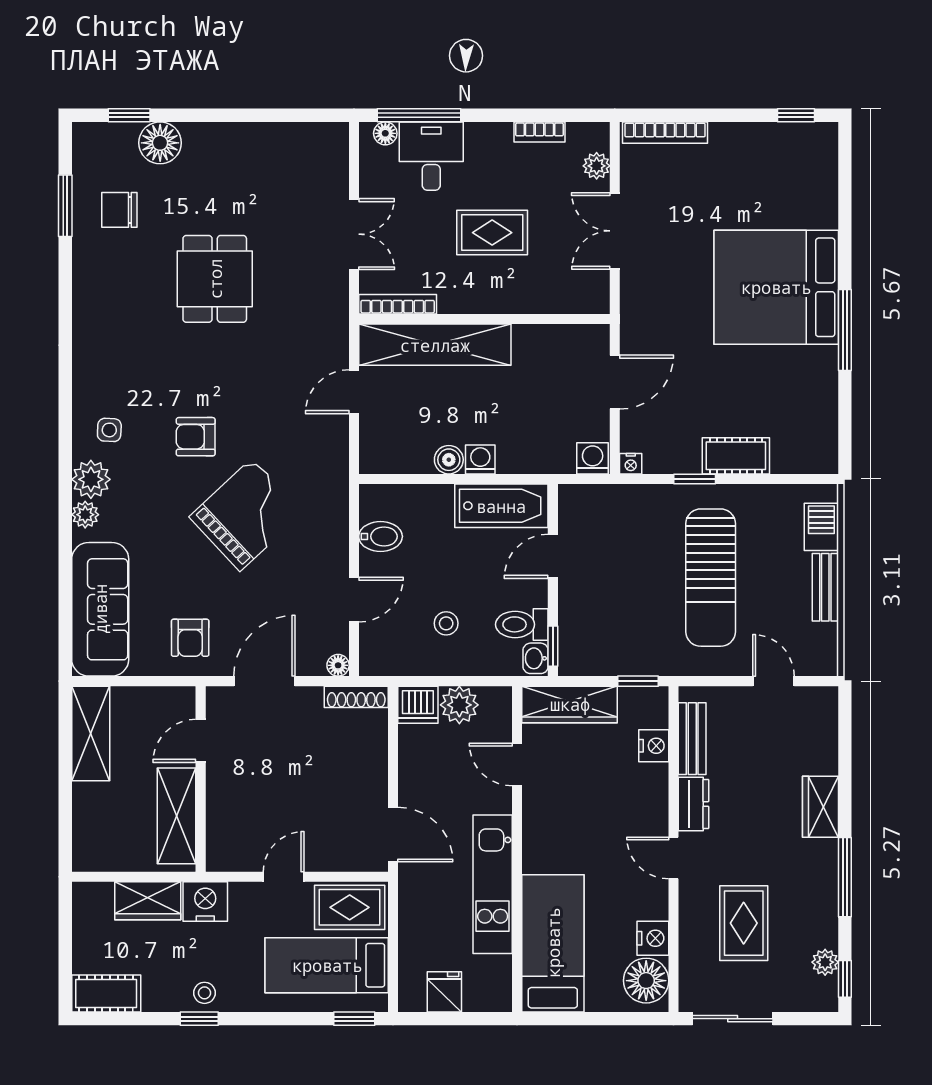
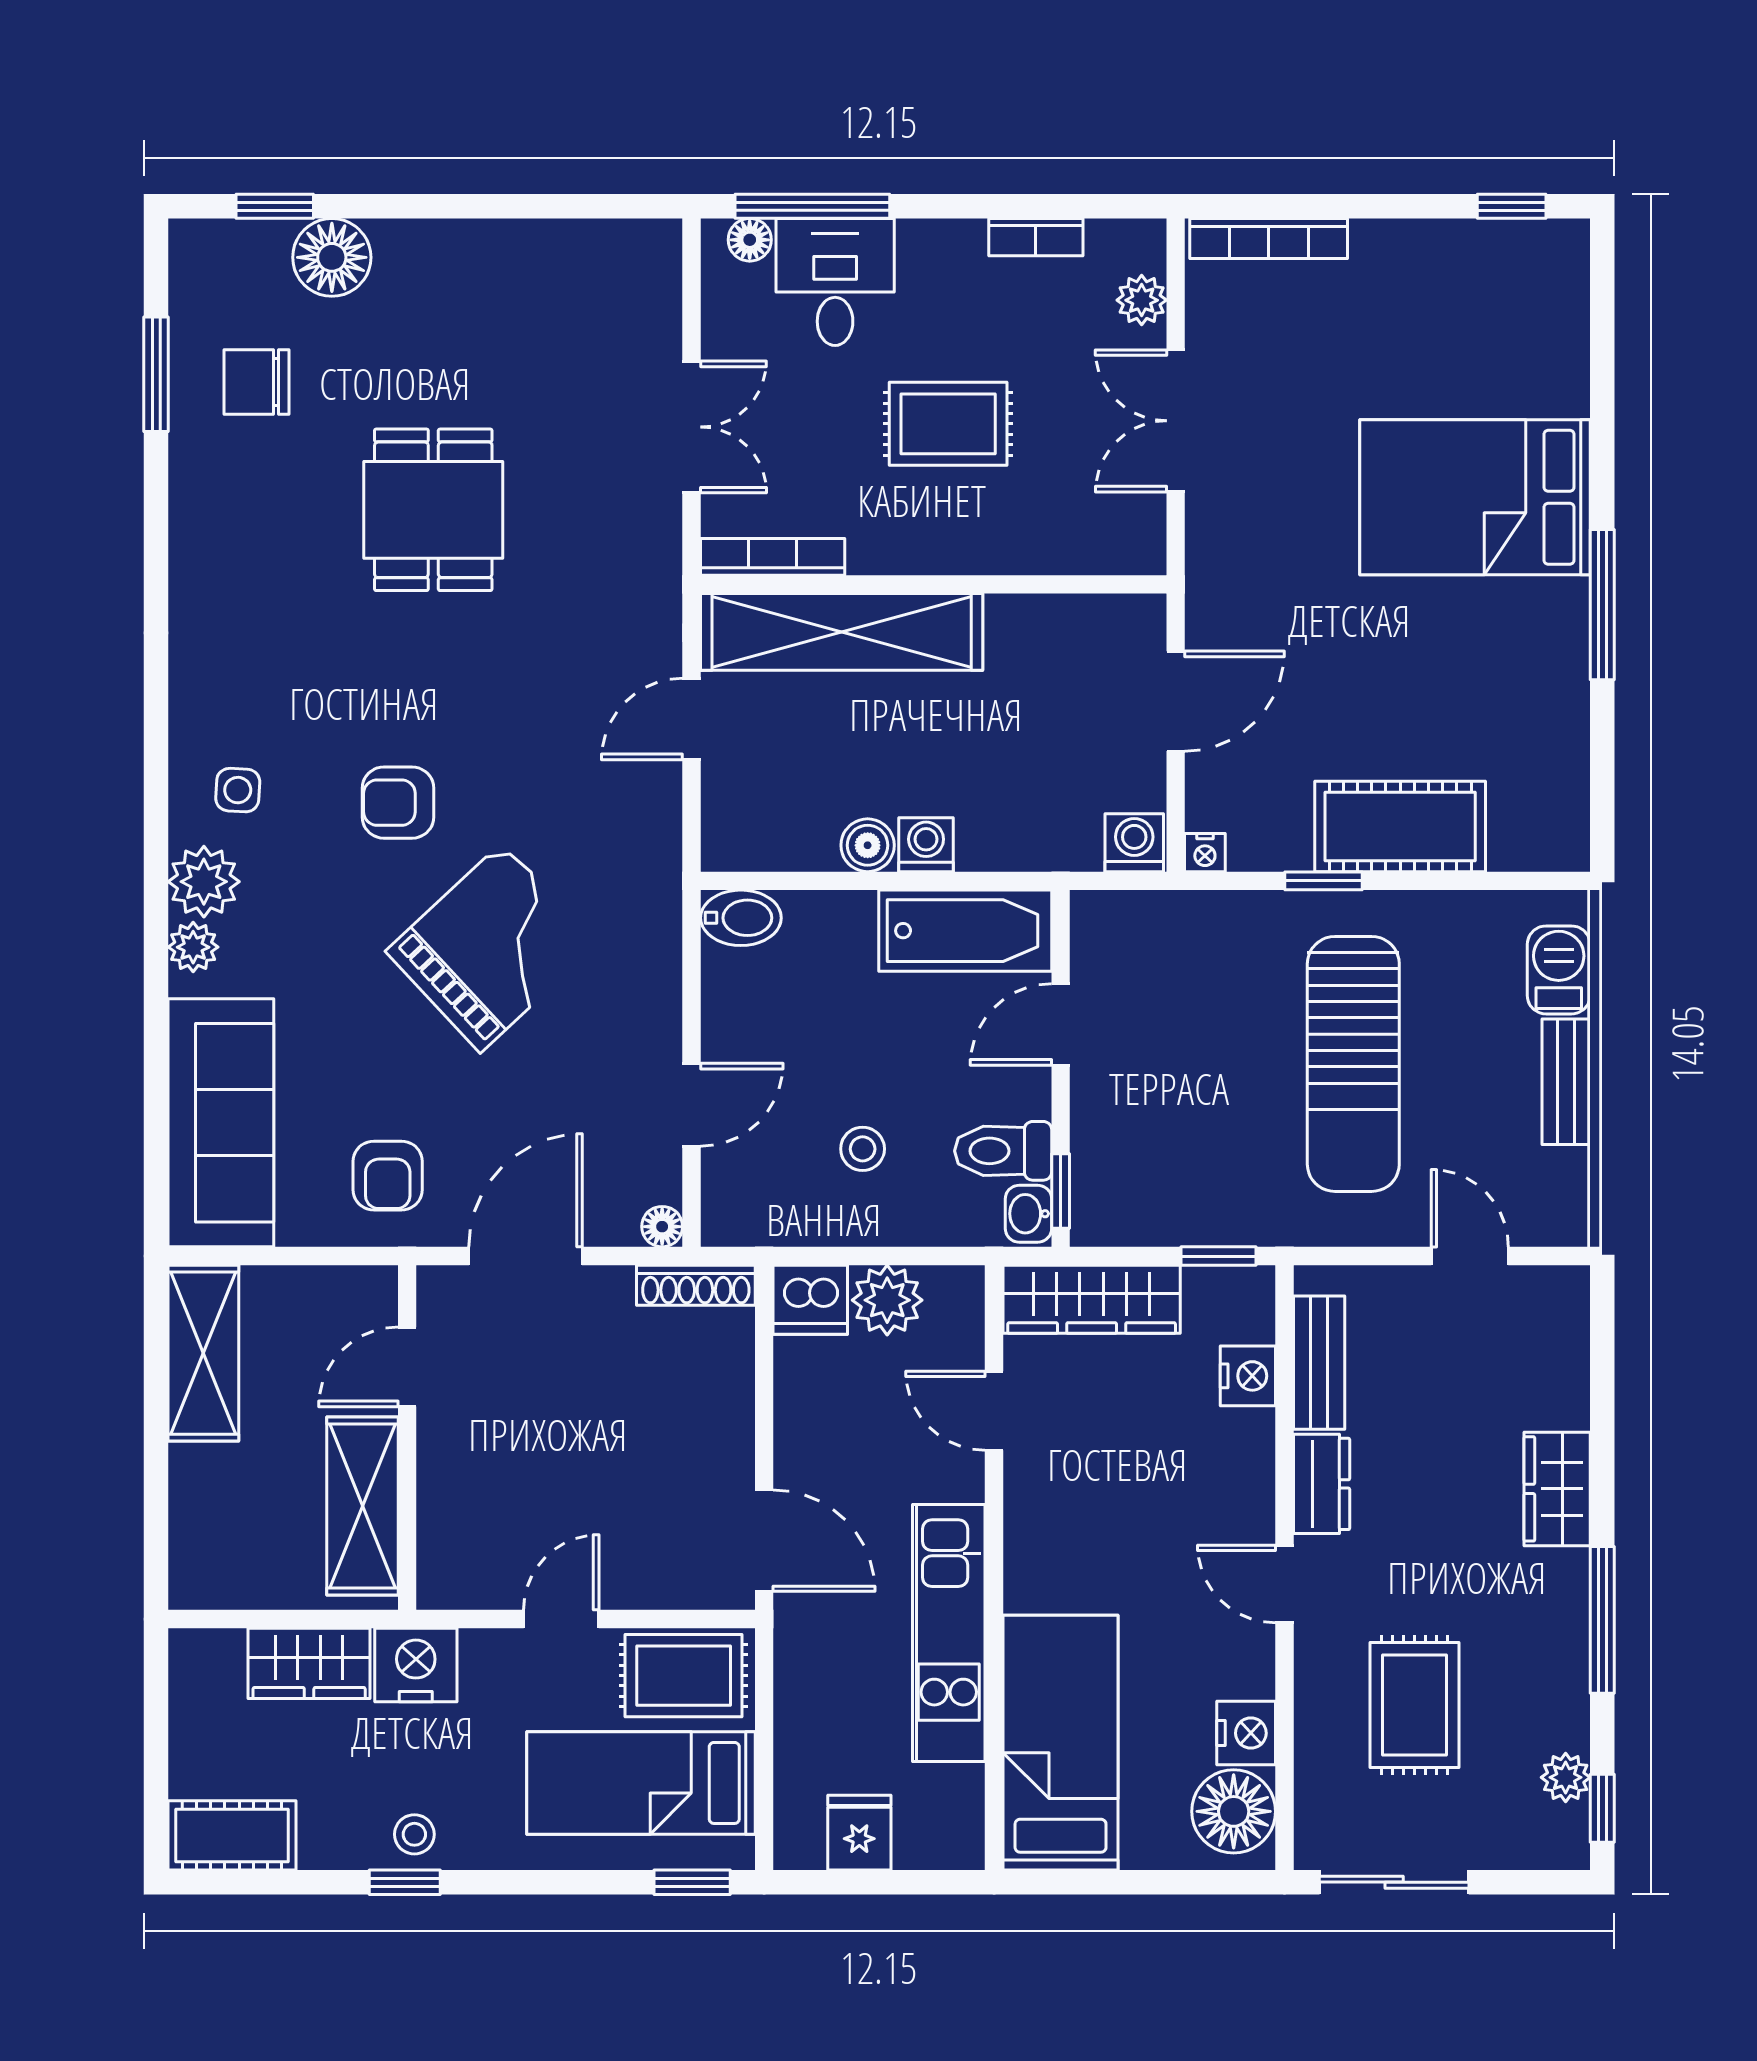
bed: (776, 287) -> (1475, 497), width x0.73
cot: (736, 456) -> (1400, 827), width x1.37, depth x1.34
bidet: (381, 536) -> (741, 918), moved

